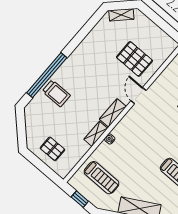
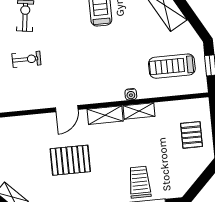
pallet: (134, 59) -> (70, 160), moved, turned 90
treadmill: (102, 178) -> (172, 66), turned -90

